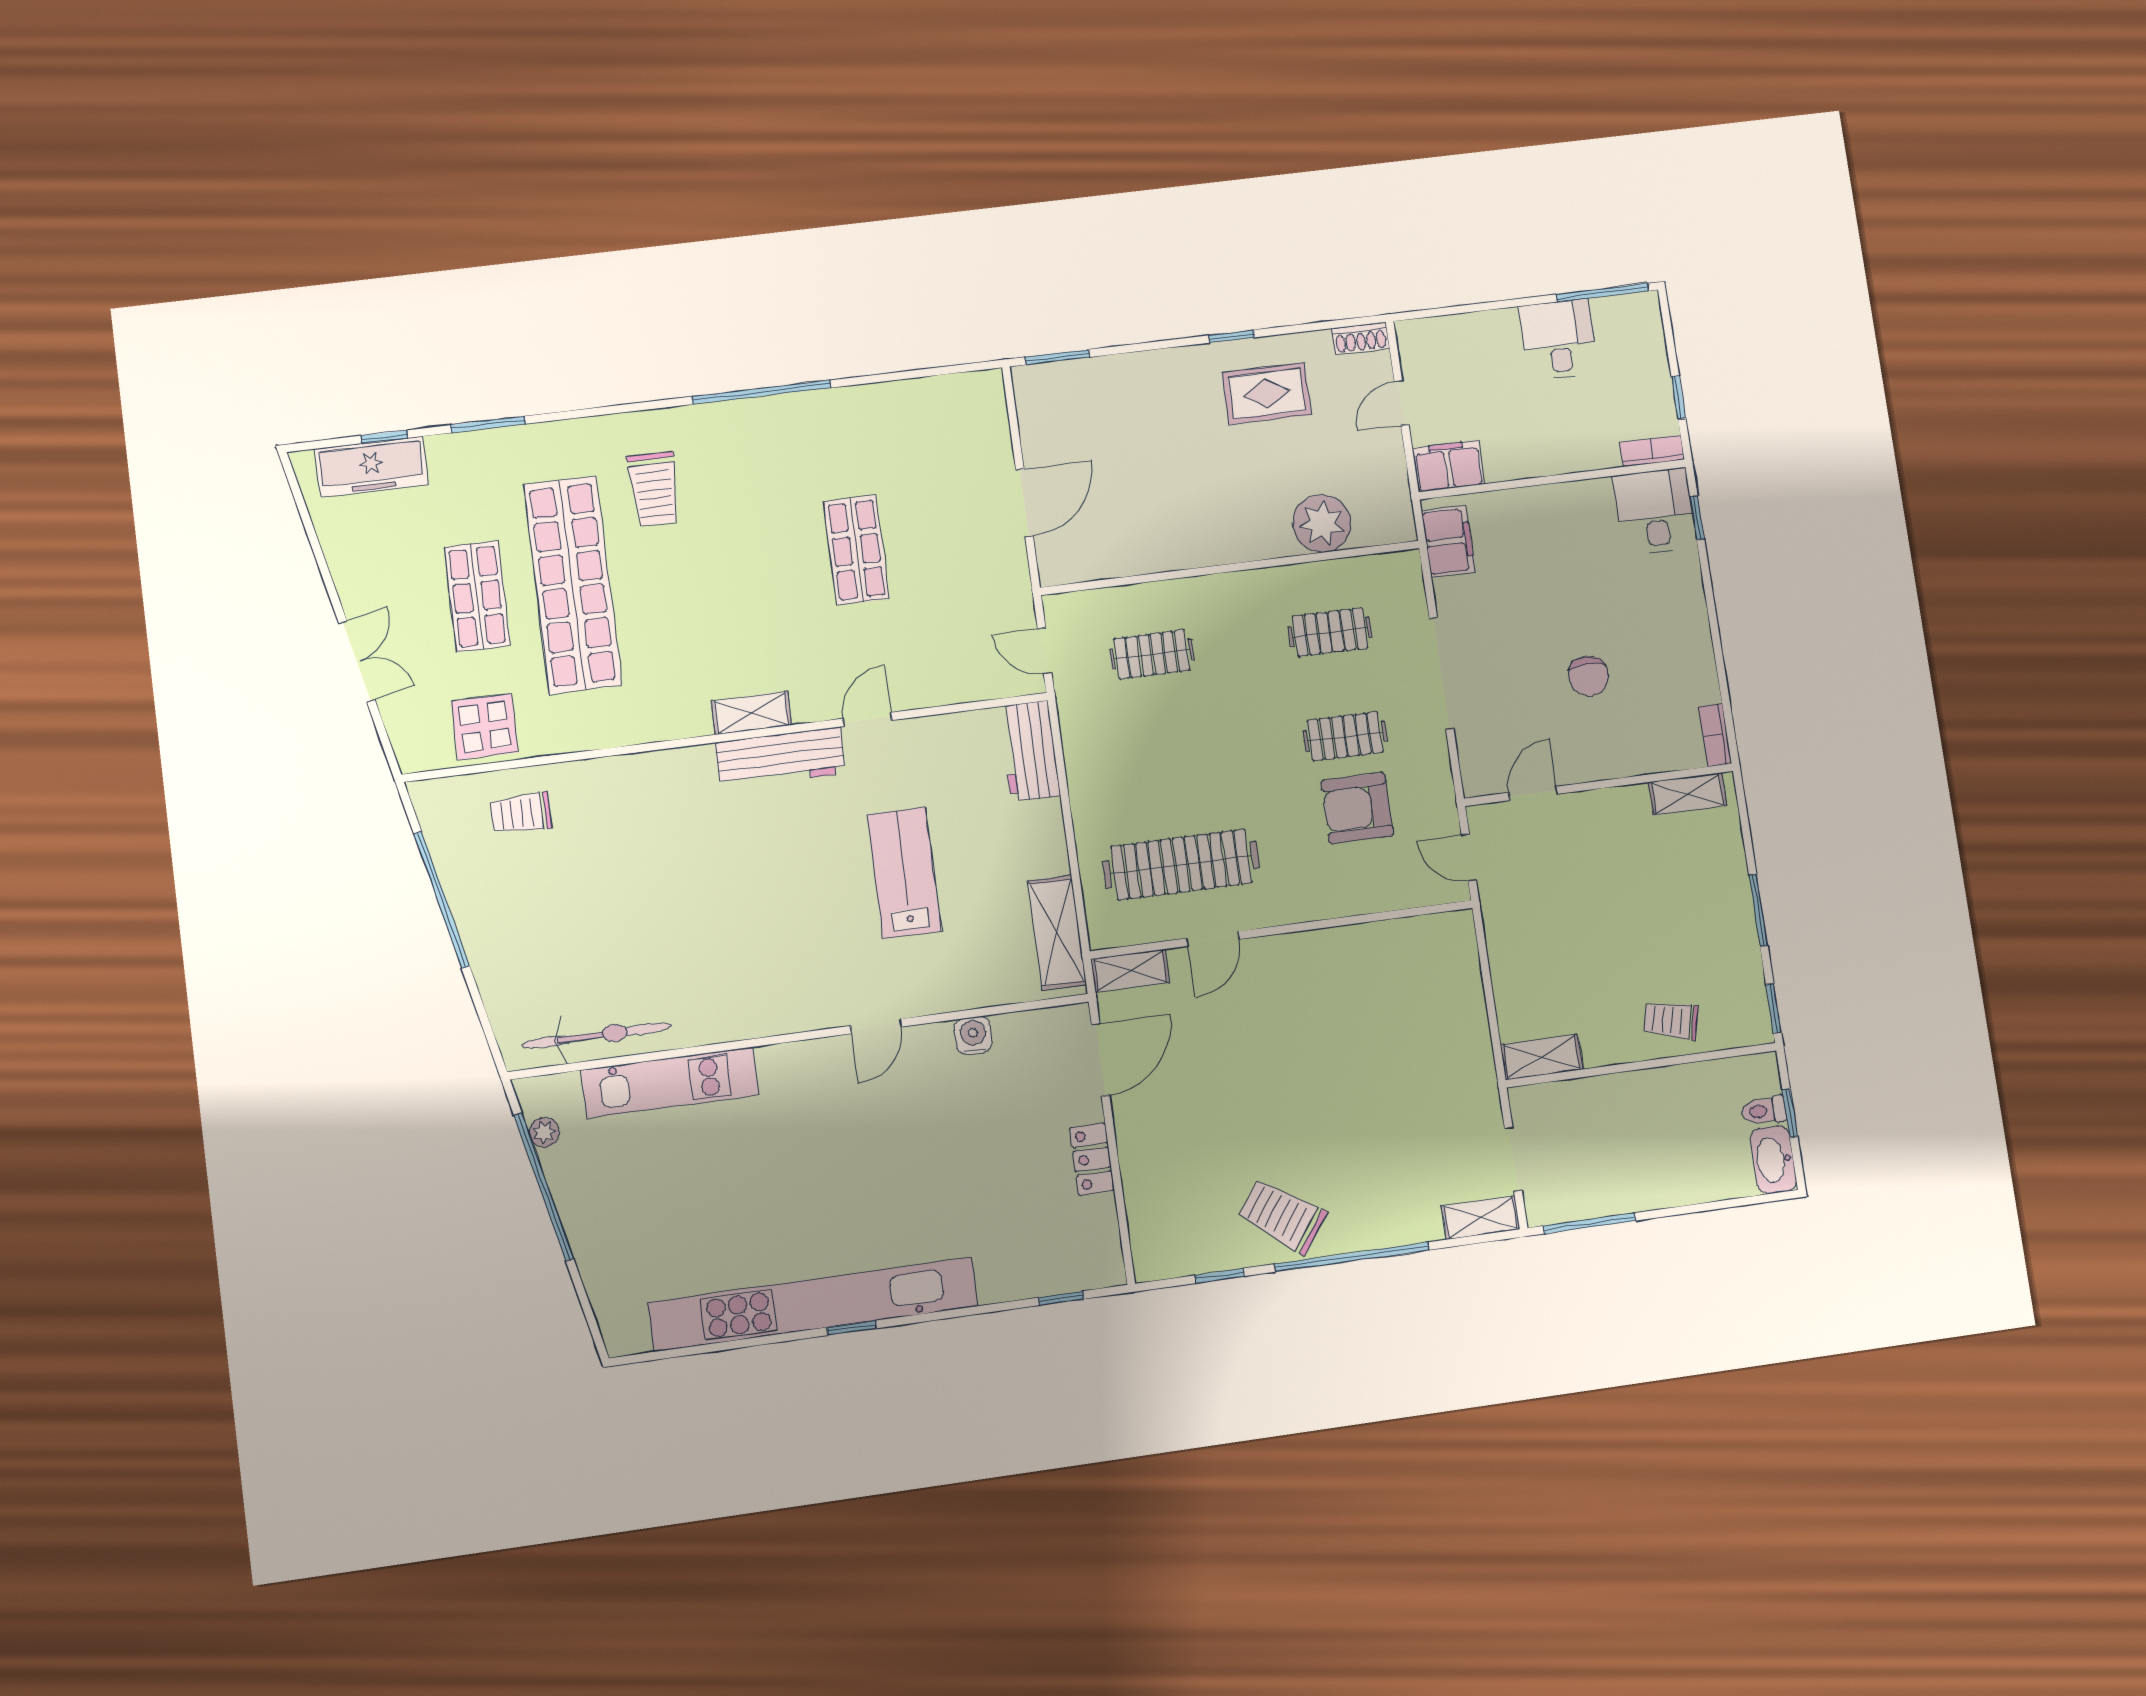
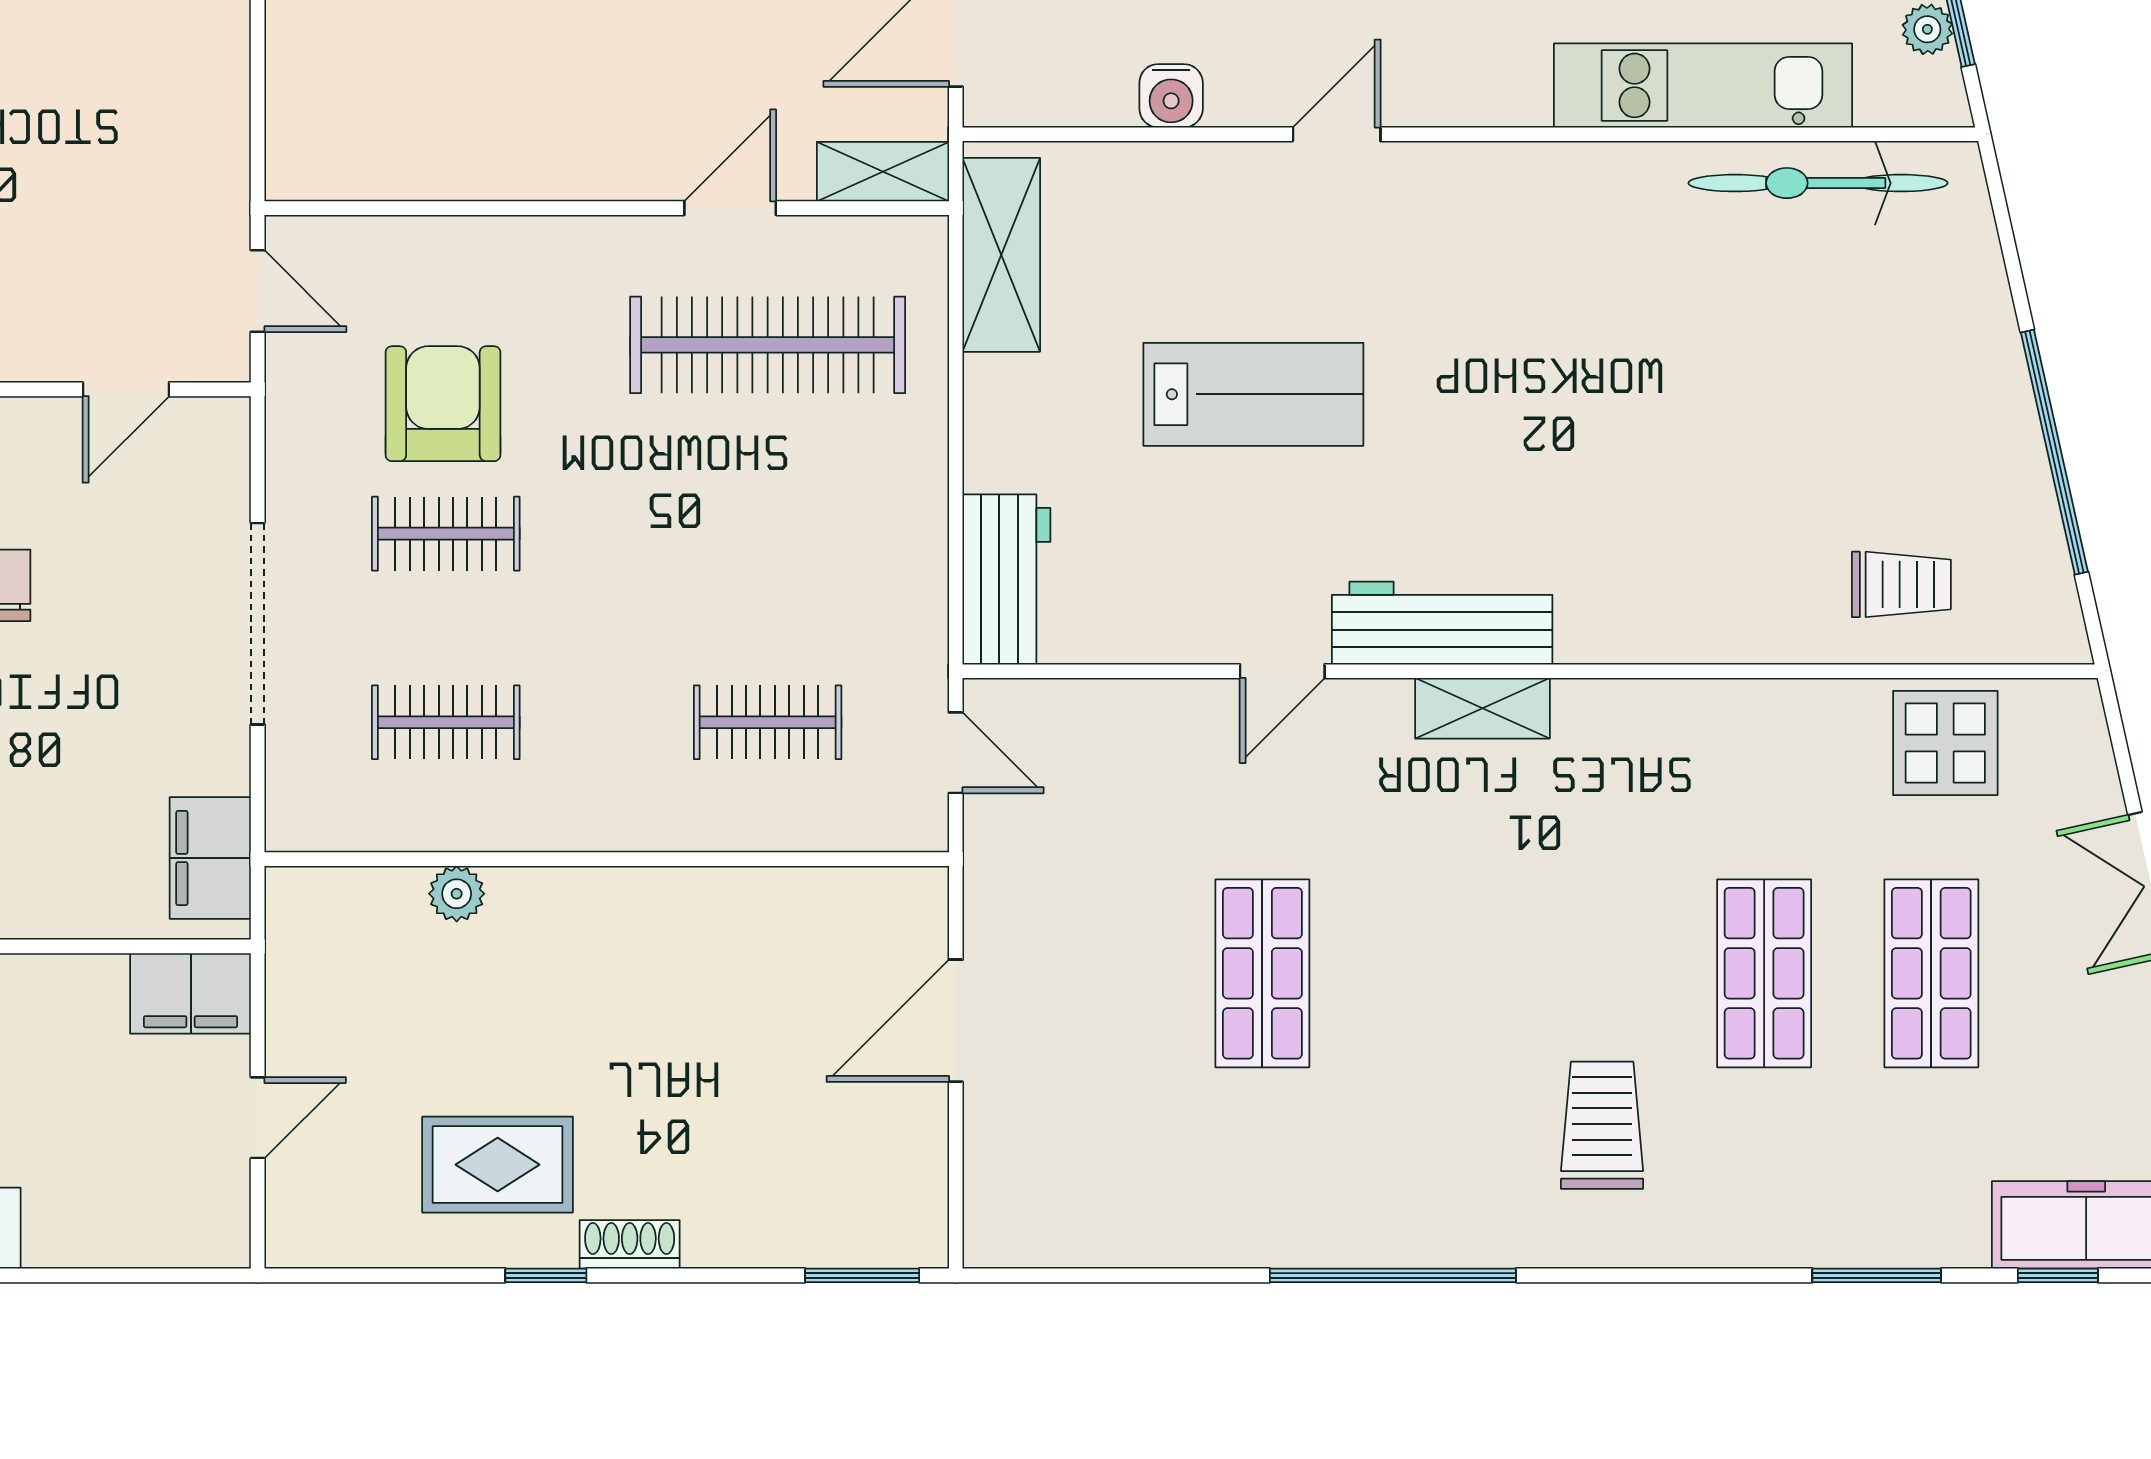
shoe rack: (1361, 338) -> (630, 1244), moved
plant: (1322, 524) -> (457, 894), width x0.53, depth x0.53
shop shelf: (573, 585) -> (1764, 973), width x0.50, depth x0.74
armchair: (1357, 808) -> (443, 404), turned -90
lab bench: (904, 873) -> (1253, 394), turned -90

